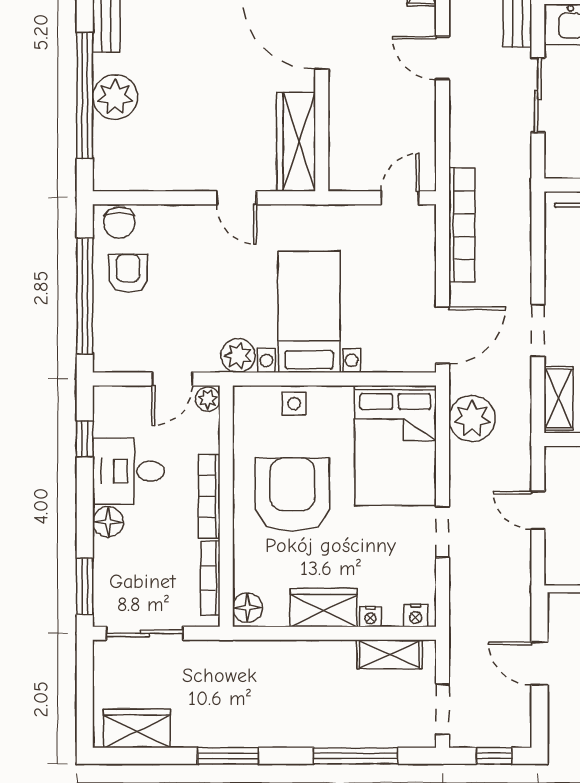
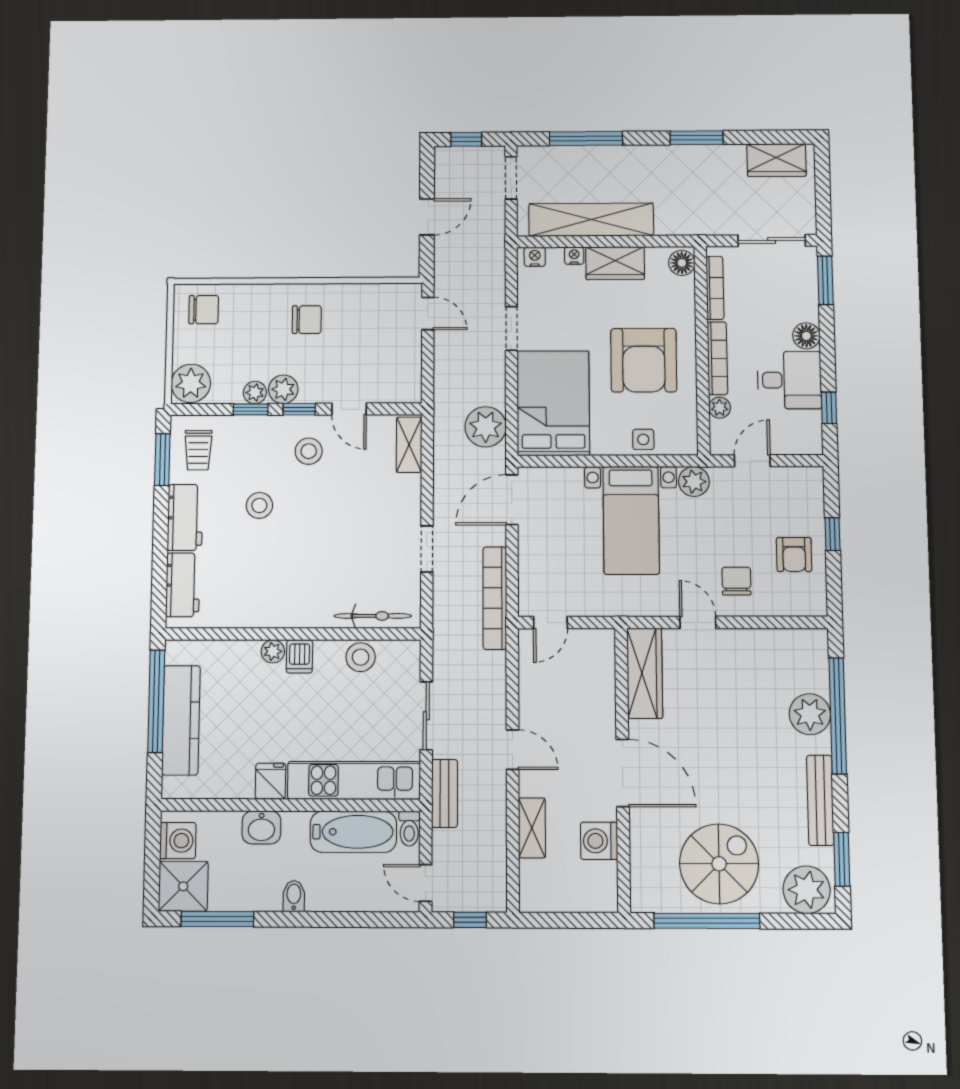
chair: (119, 223) -> (736, 581), moved
window: (85, 296) -> (833, 534), width x0.32
doorway: (538, 330) -> (427, 549), moved
plant: (208, 399) -> (720, 408), moved
door: (538, 510) -> (428, 313), moved
shelving: (390, 654) -> (591, 220), width x2.20, depth x1.33
door: (539, 664) -> (427, 217), hinge flipped

